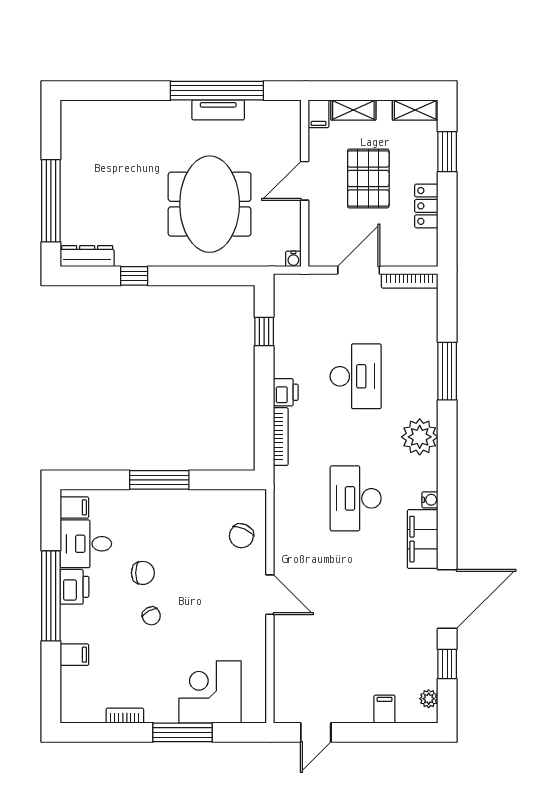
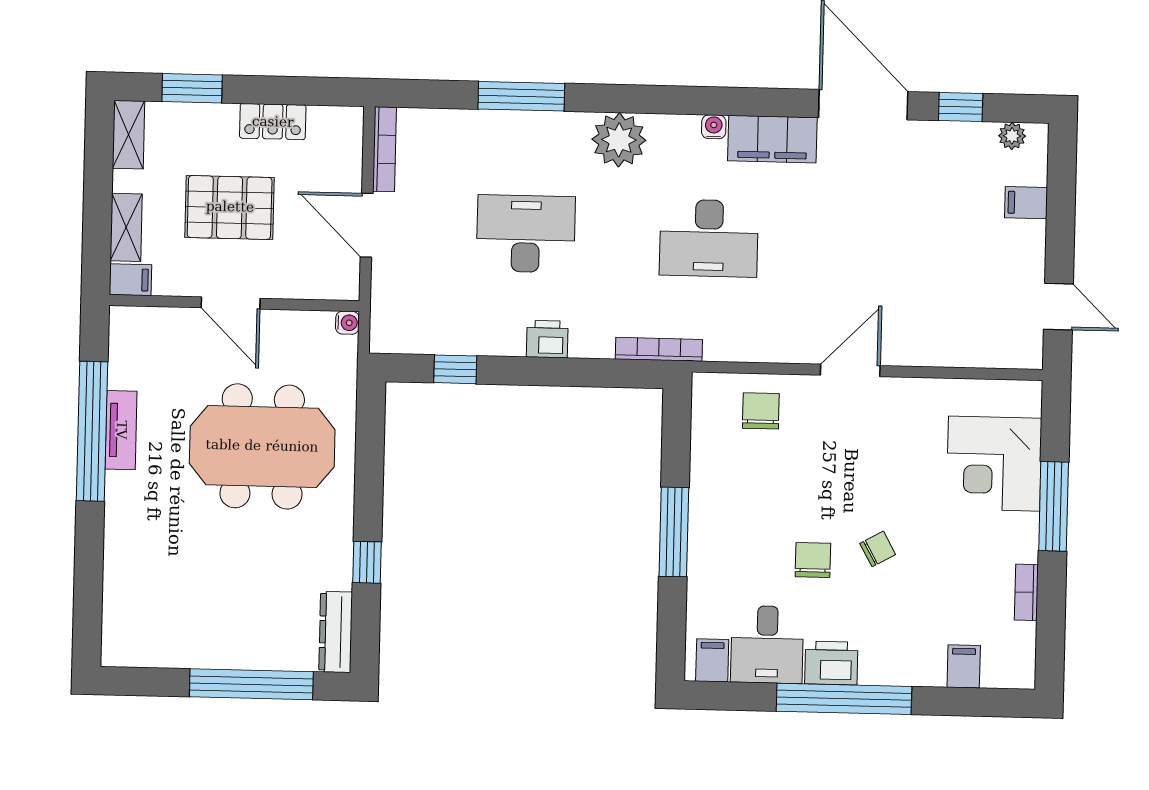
bookcase: (281, 437) -> (659, 349), moved
chair: (241, 536) -> (761, 411), turned -114
filing cabinet: (74, 655) -> (964, 666), moved

